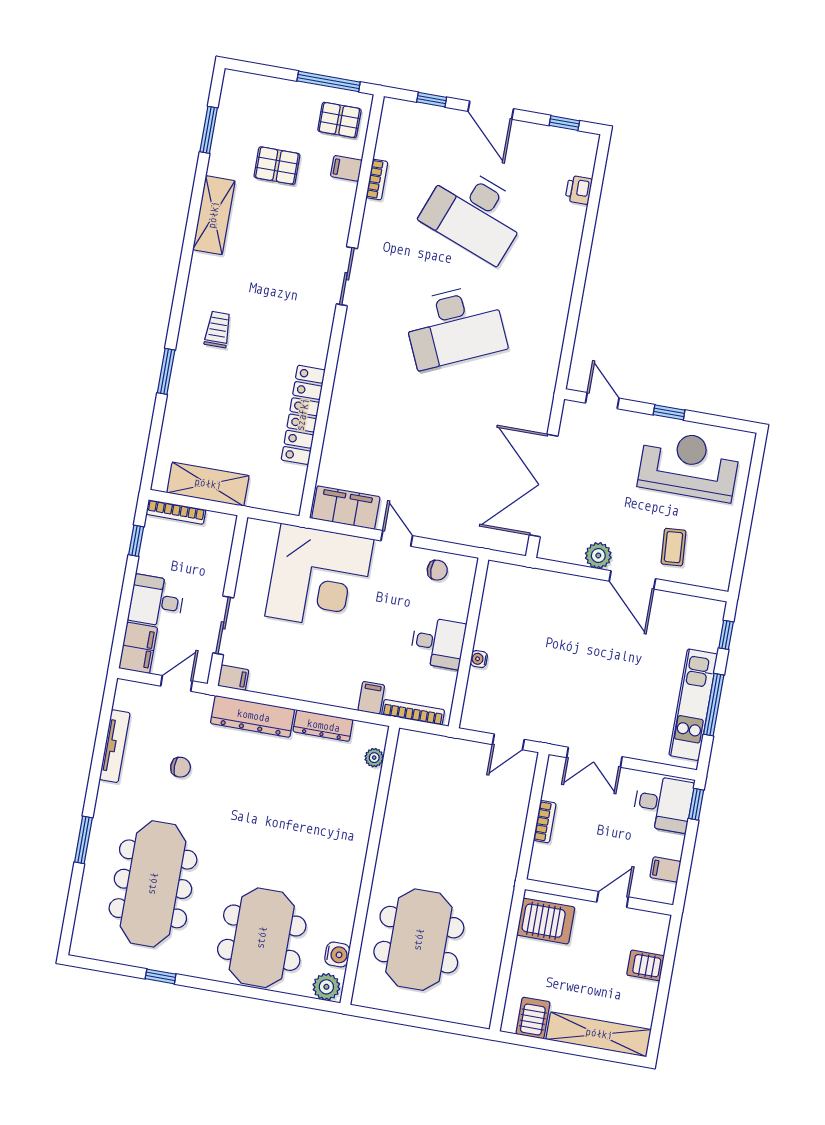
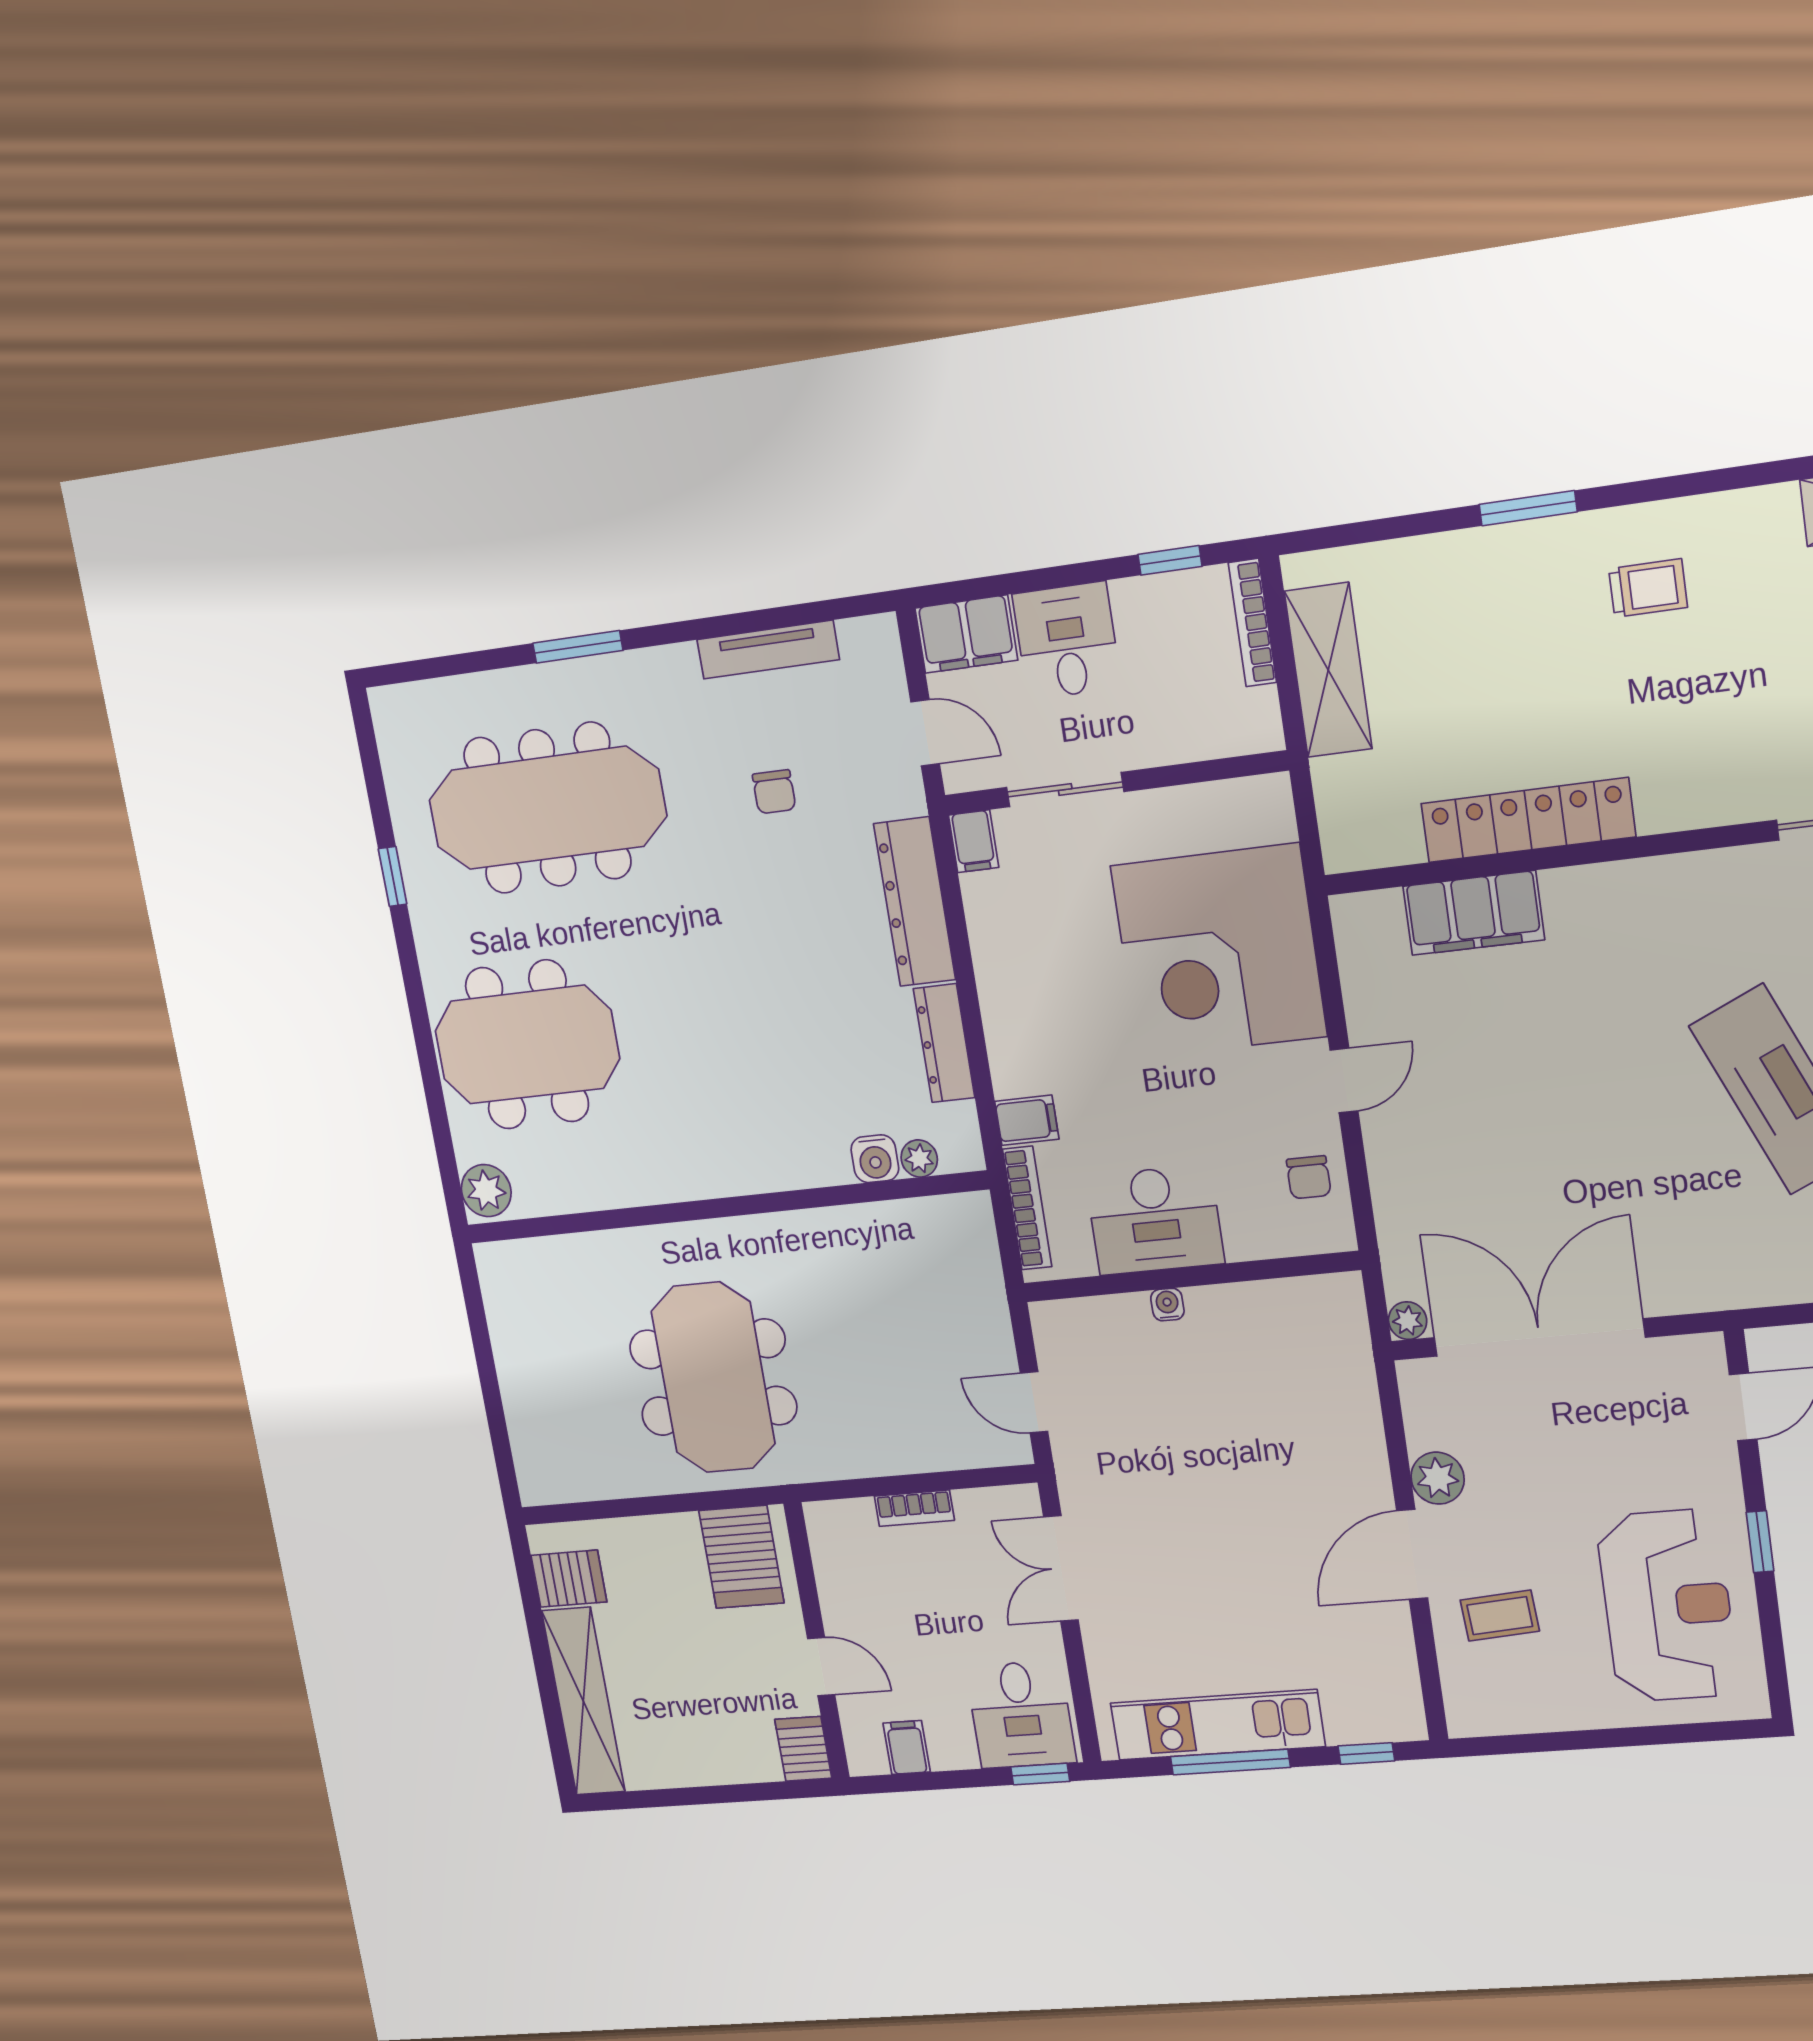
filing cabinet: (346, 508) -> (1474, 913), moved, turned 90
plant: (518, 545) -> (1408, 1321), added
desk: (438, 643) -> (1155, 1220), width x1.37
meeting table: (419, 940) -> (713, 1377), moved, turned 90
water cooler: (337, 955) -> (875, 1159), moved
server rack: (645, 965) -> (803, 1749), moved

